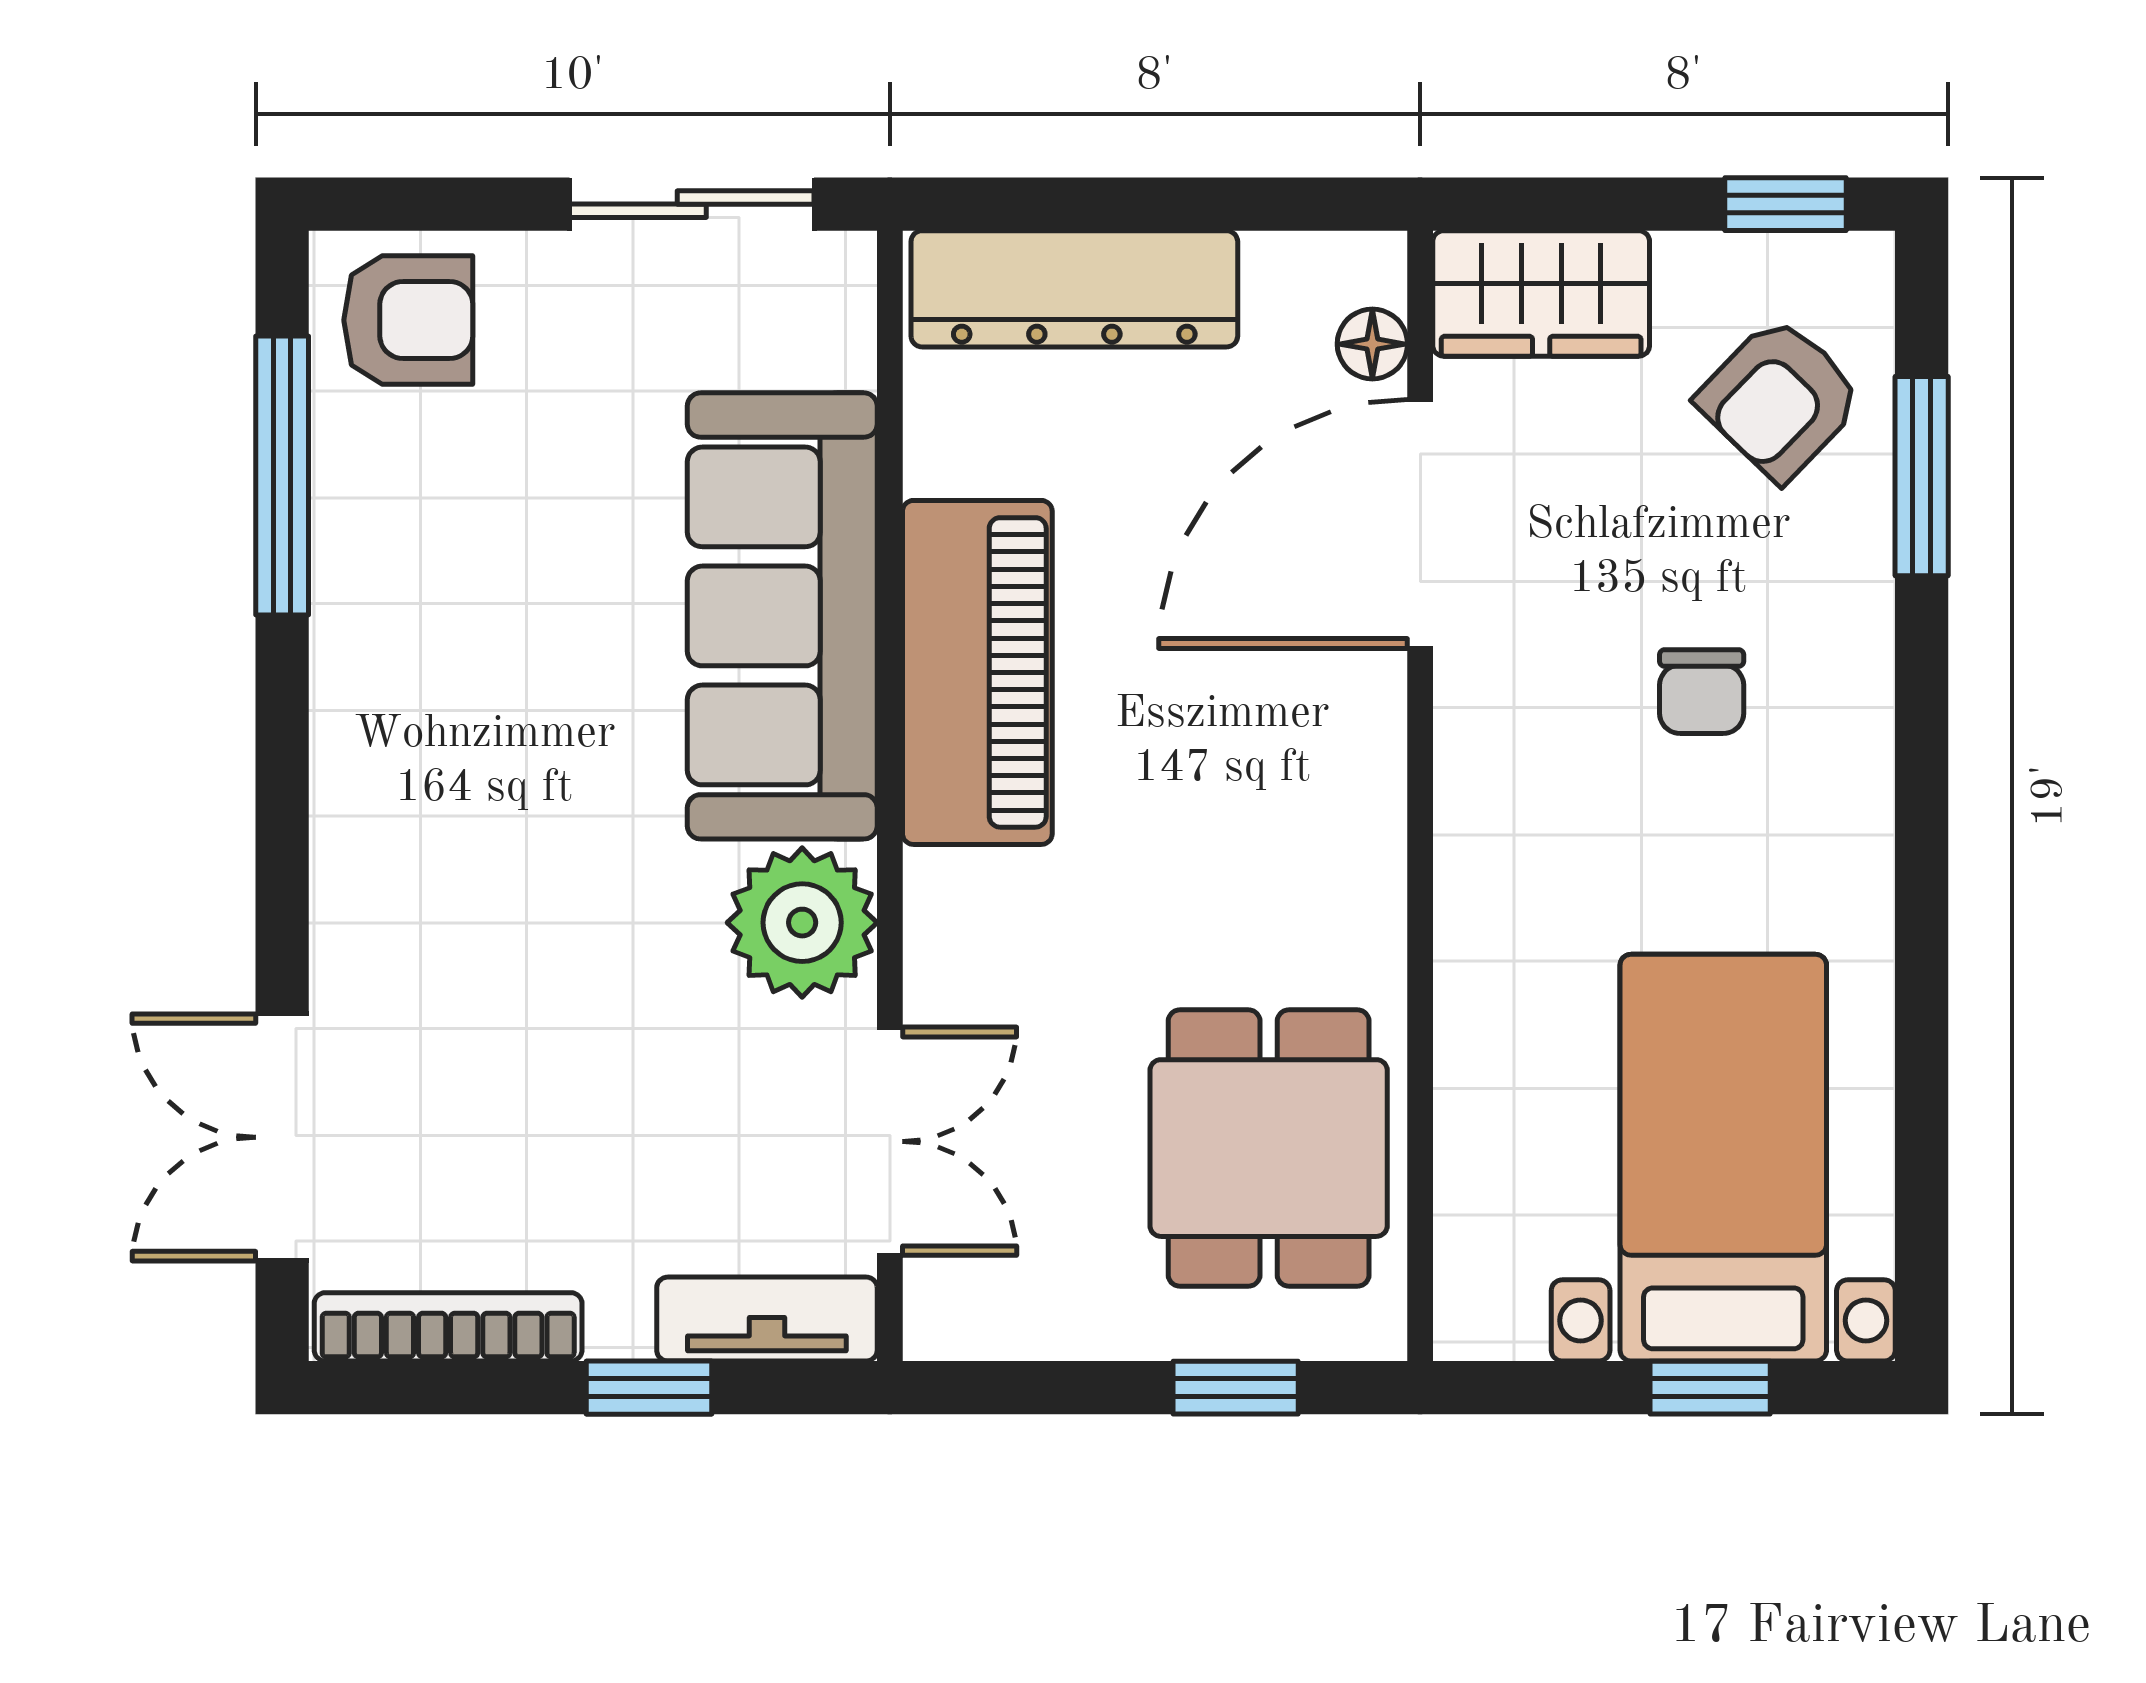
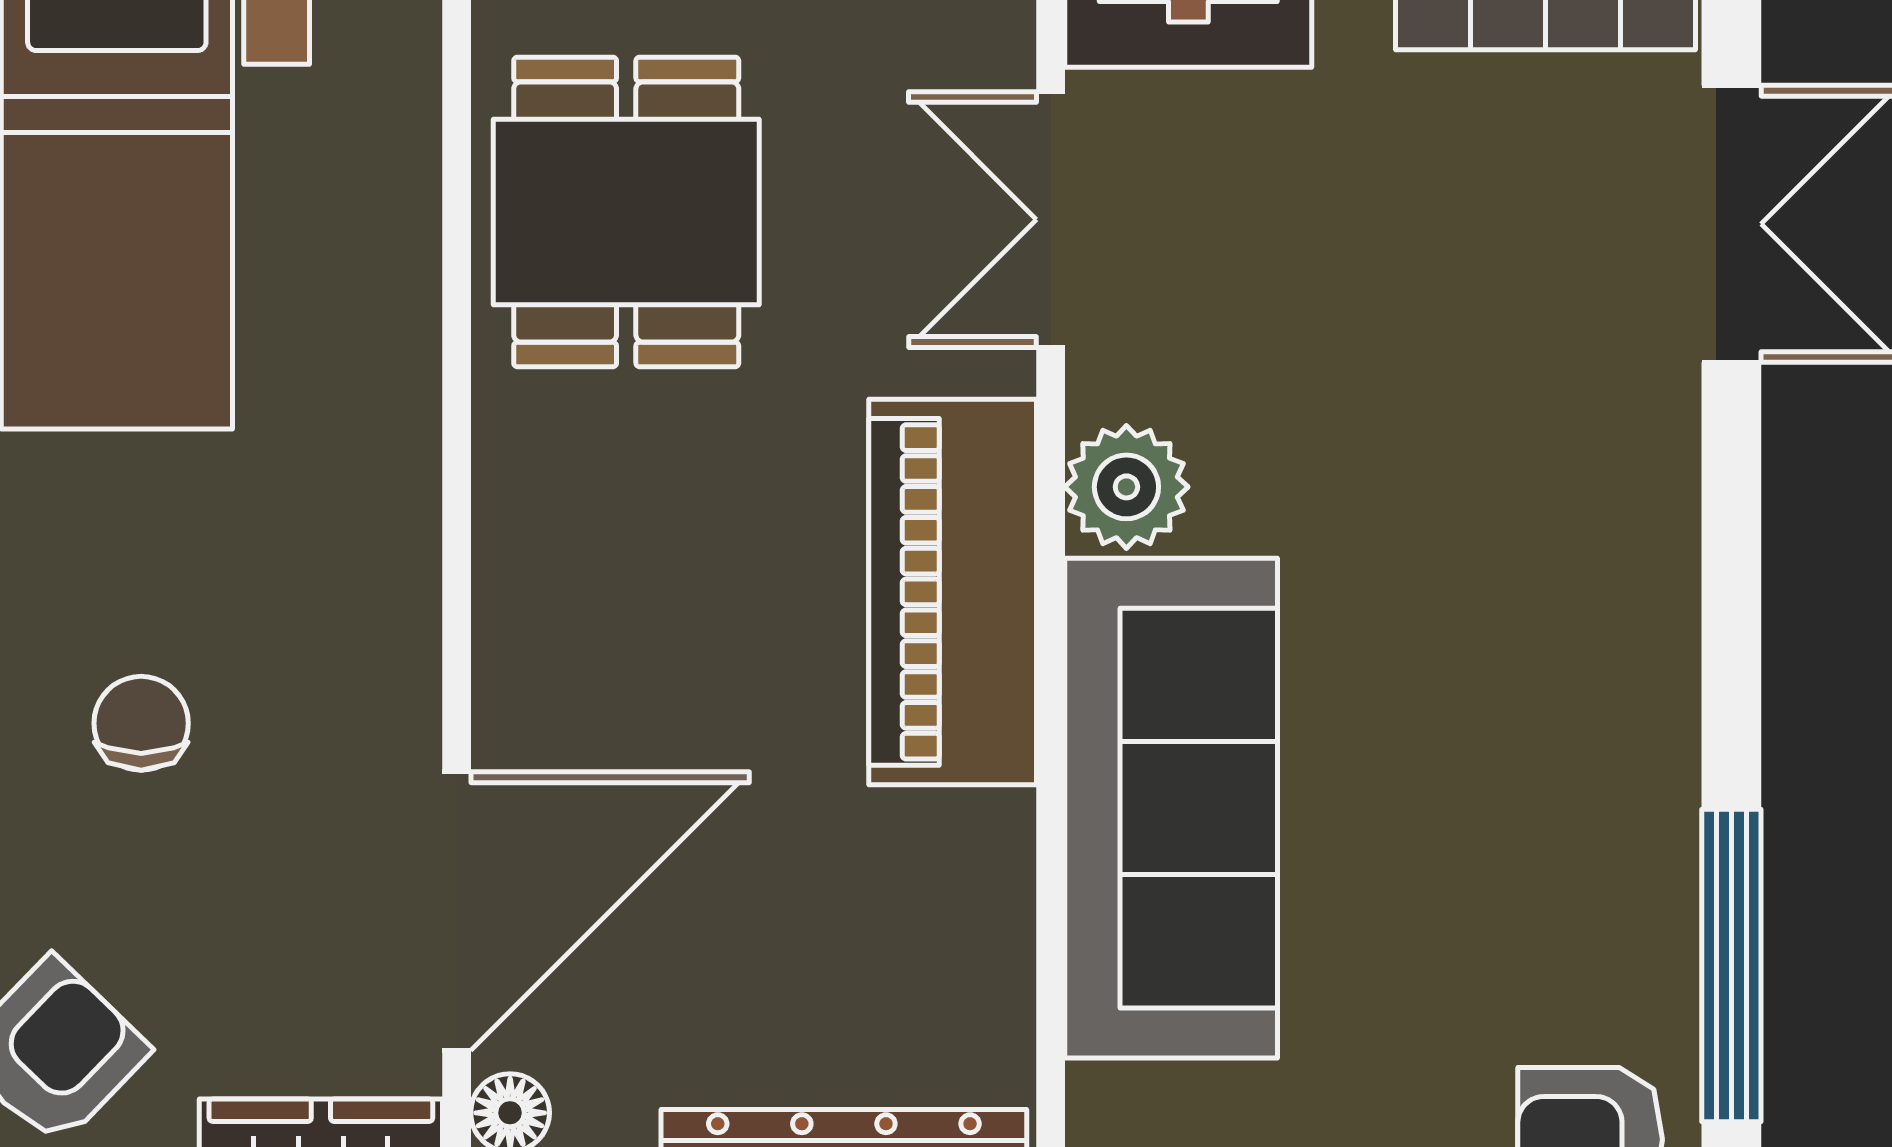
piano: (977, 672) -> (953, 592), moved
plant: (802, 923) -> (1126, 487), width x0.73, depth x0.73

